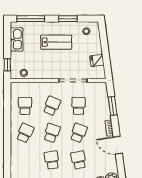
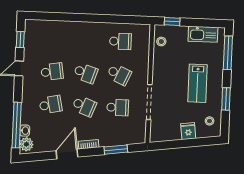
fridge: (97, 60) -> (188, 131), moved
school desk: (25, 133) -> (87, 40), removed

